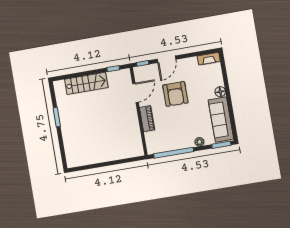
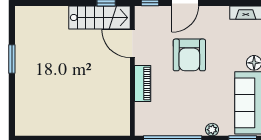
stairs: (86, 83) -> (99, 18), moved
door: (135, 93) -> (132, 44), swing flipped

